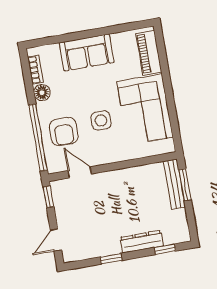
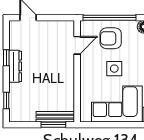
window: (48, 197) -> (62, 18), removed
dresser: (142, 242) -> (15, 66), moved

